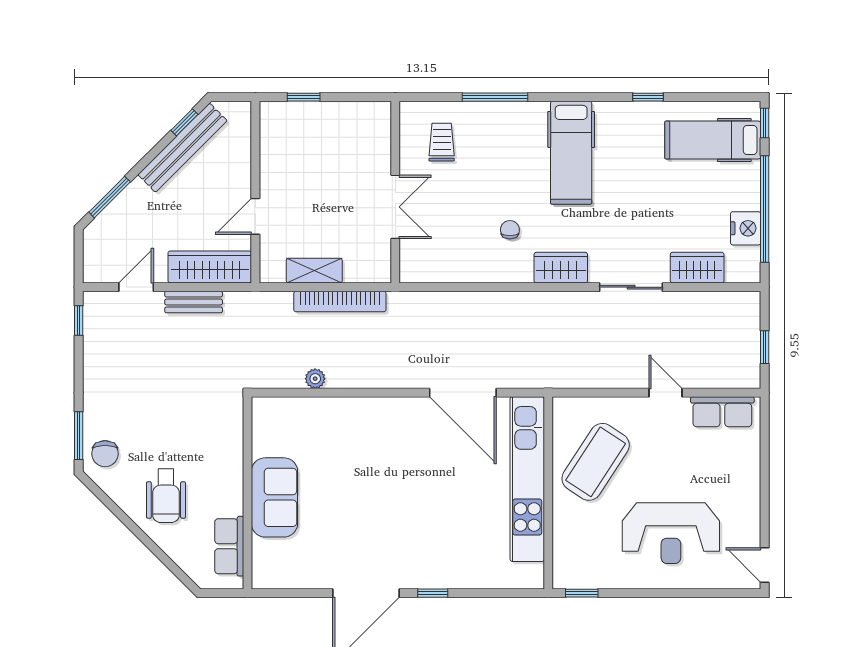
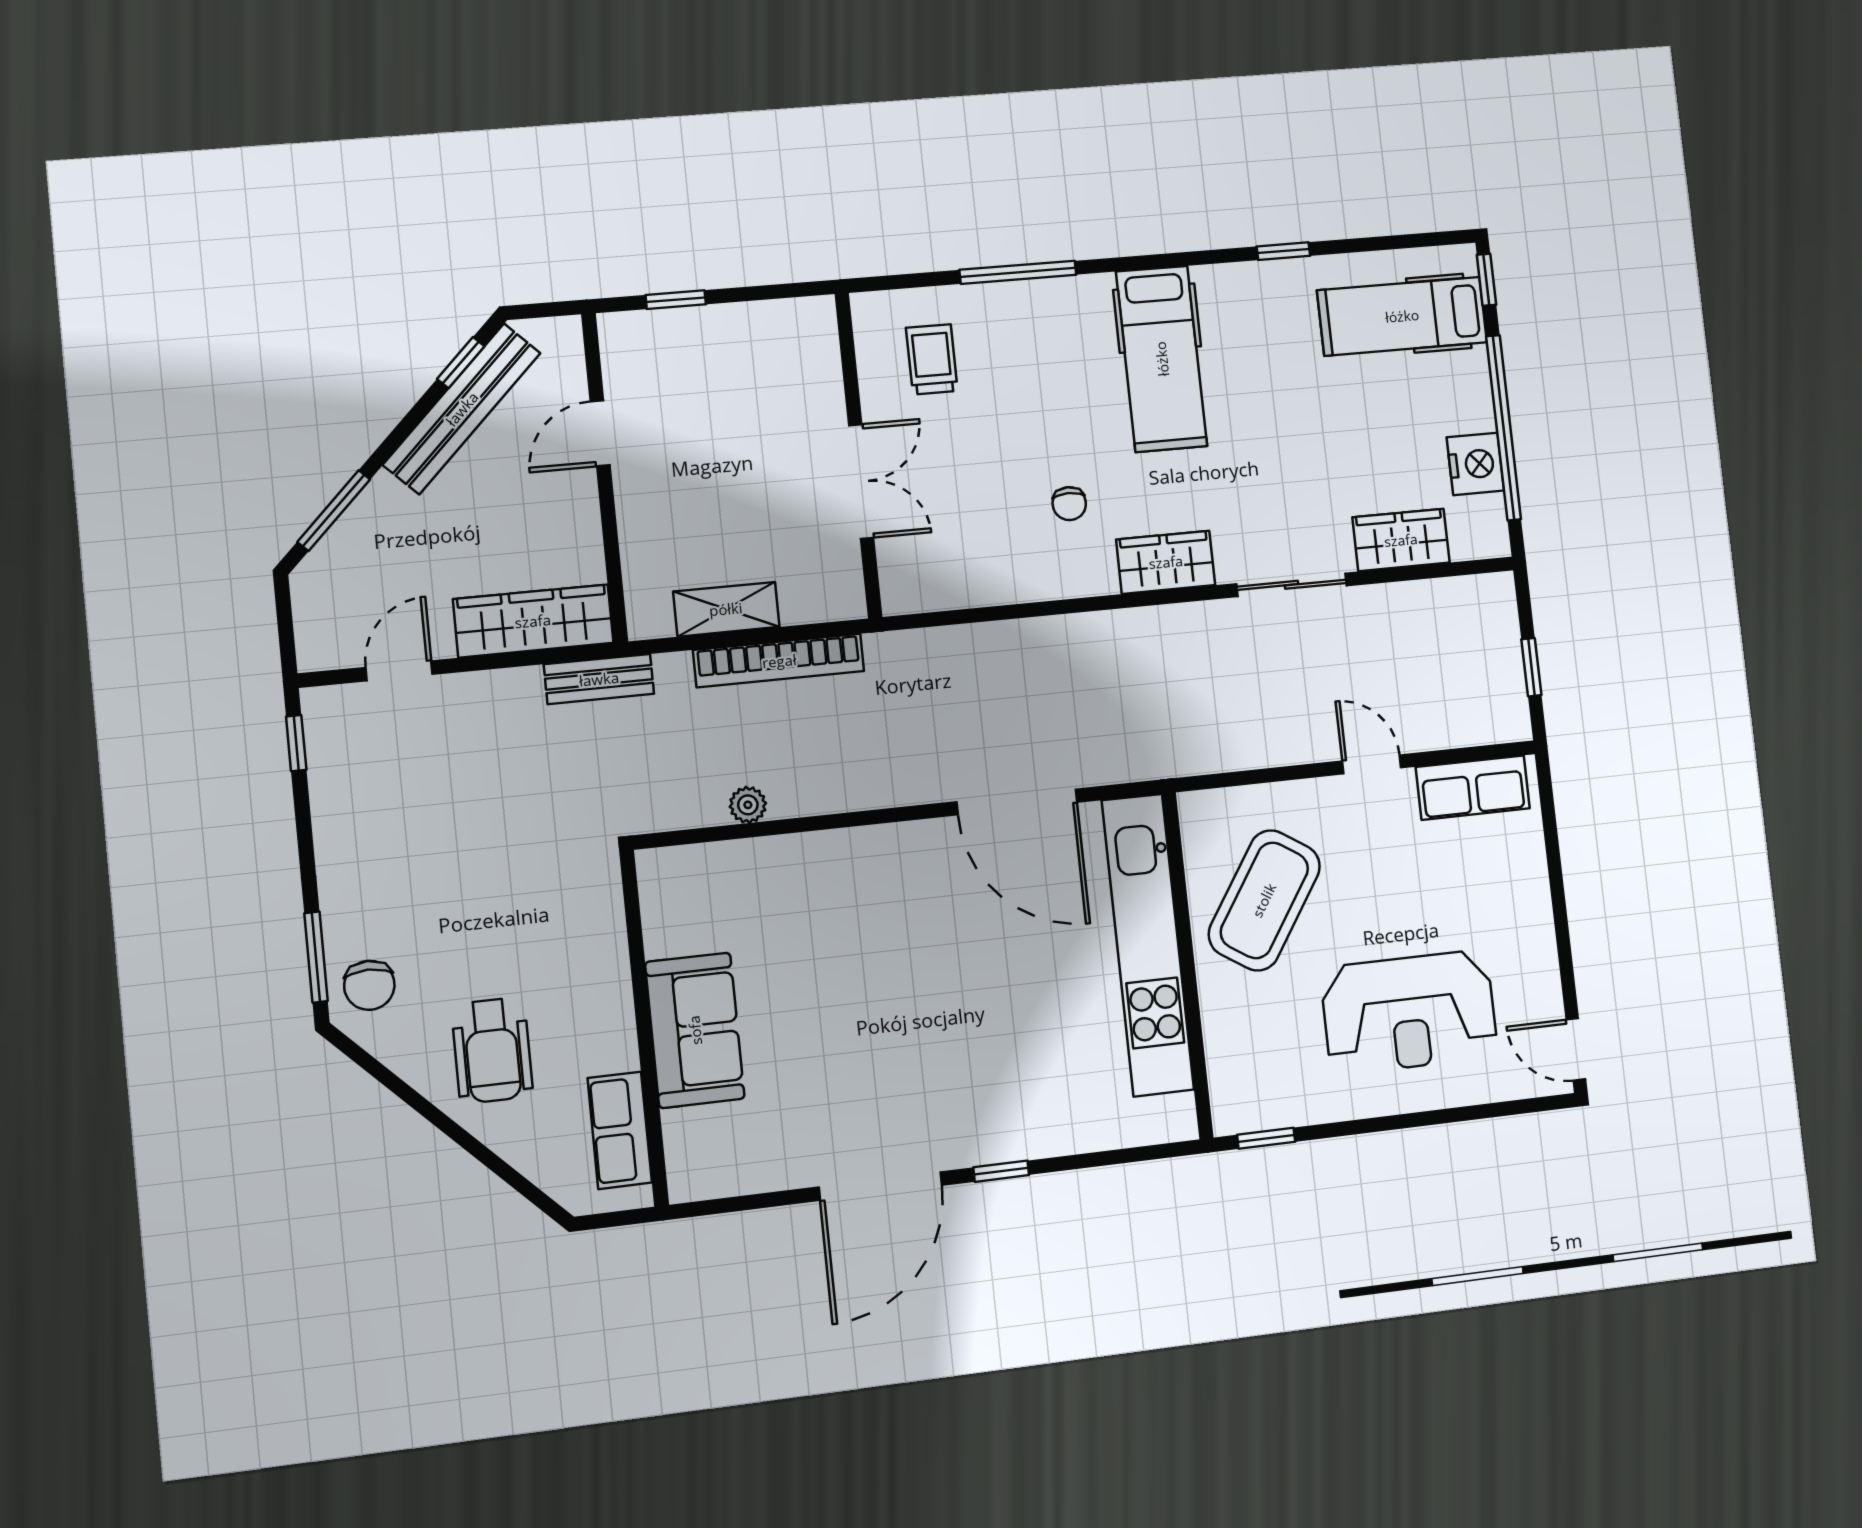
door: (255, 216) -> (600, 433), moved
chair: (510, 230) -> (1069, 504), turned 180
bench: (194, 302) -> (599, 679), moved

